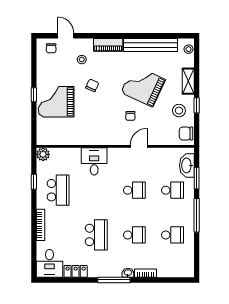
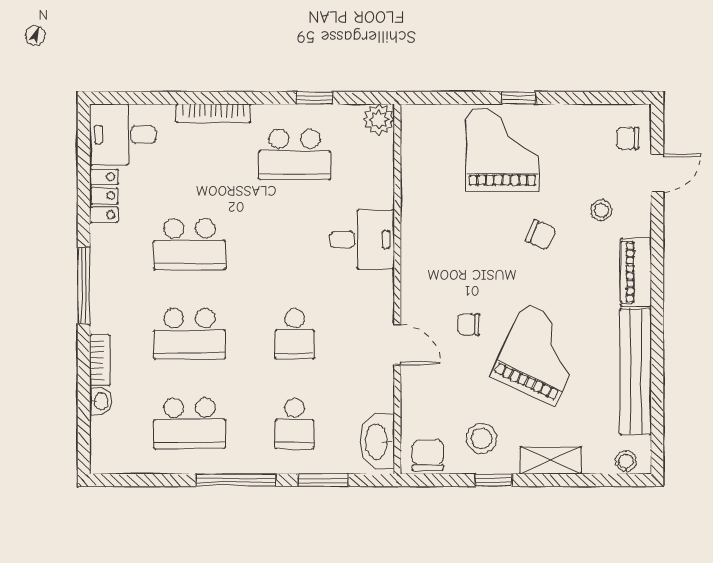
washbasin: (187, 165) -> (377, 442), moved, turned -90
school desk: (134, 235) -> (189, 334), width x1.85
school desk: (173, 235) -> (189, 423), width x1.85
washbasin: (128, 273) -> (101, 401), moved

